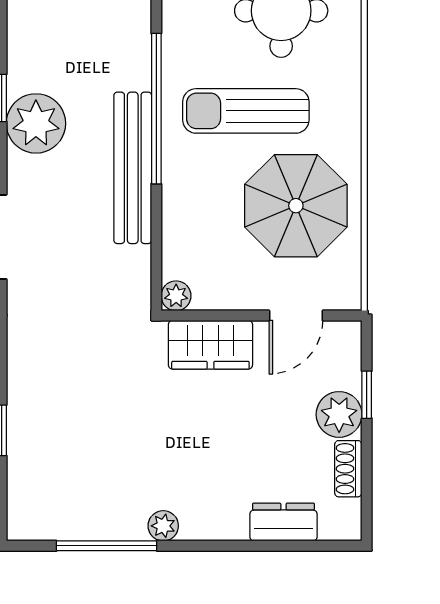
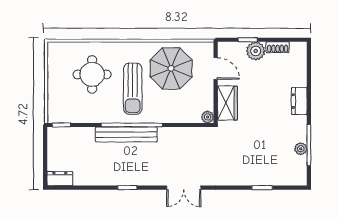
plant: (36, 123) -> (138, 174), removed
bench: (133, 168) -> (126, 135), moved
dresser: (283, 522) -> (299, 101), moved
plant: (163, 526) -> (301, 149), moved

